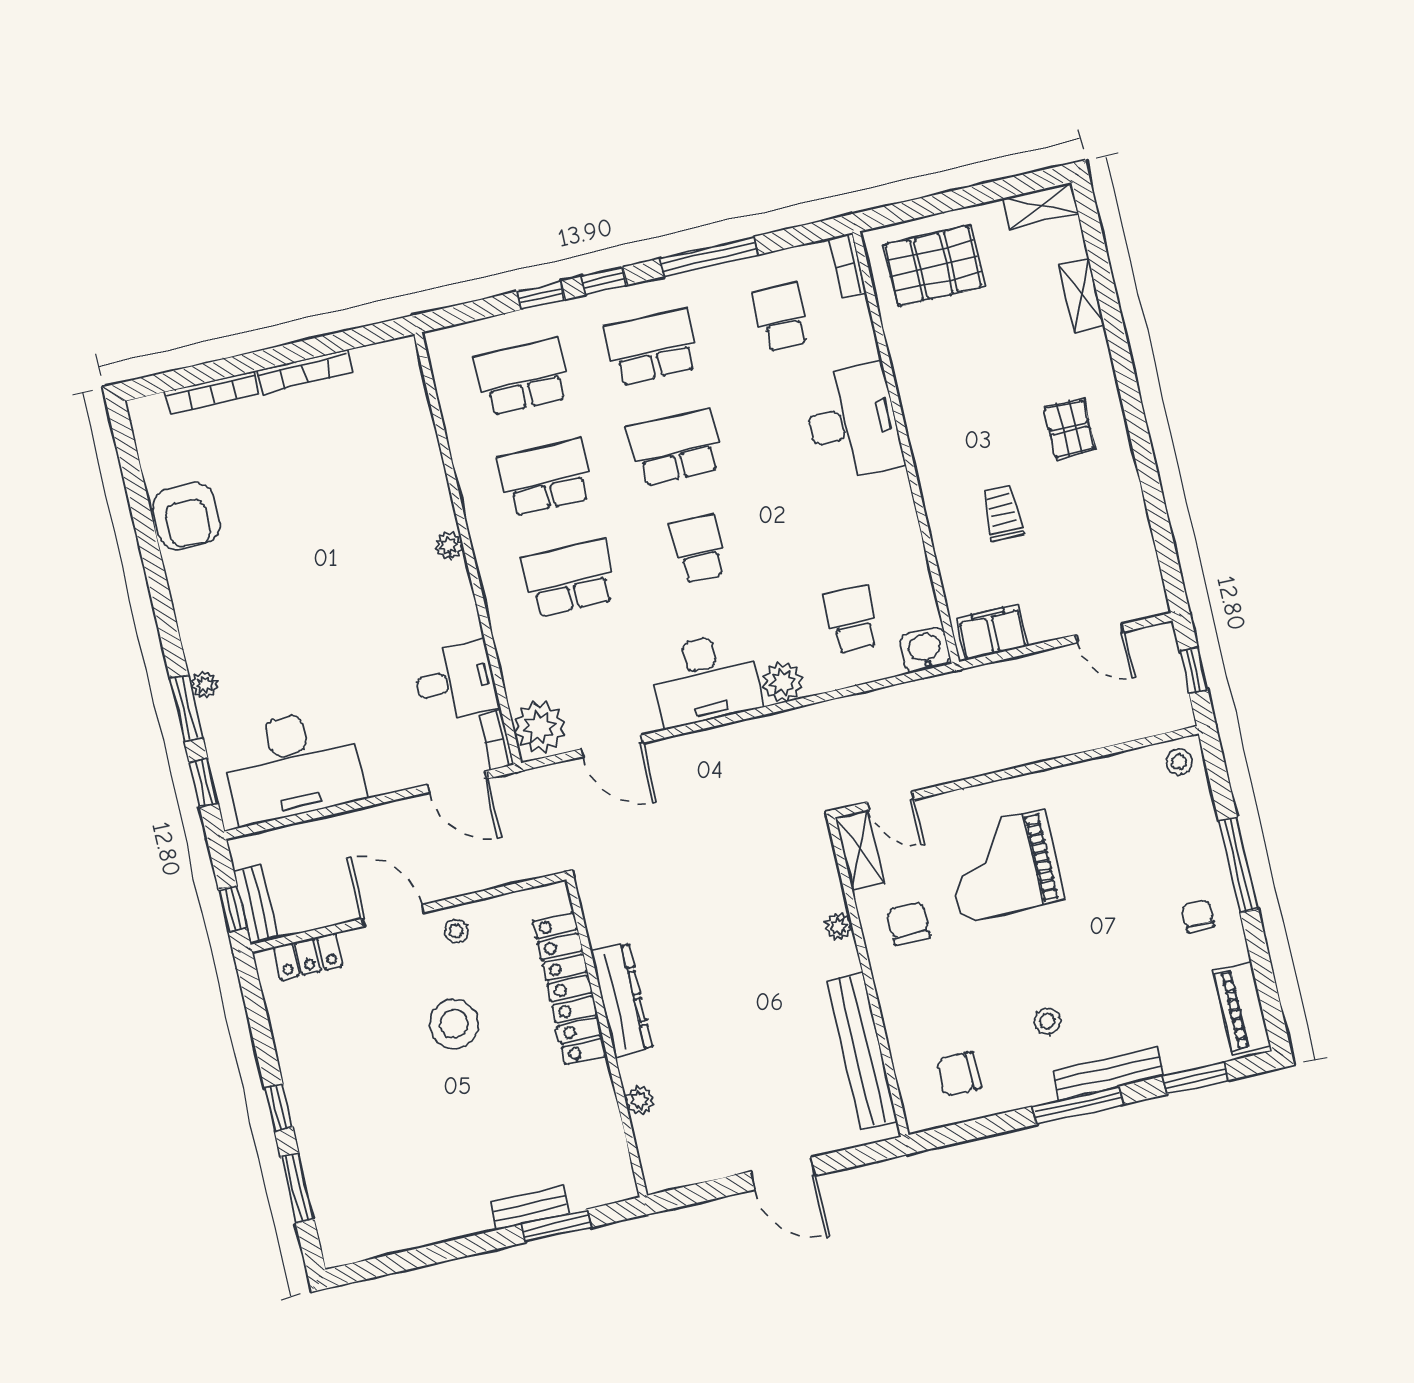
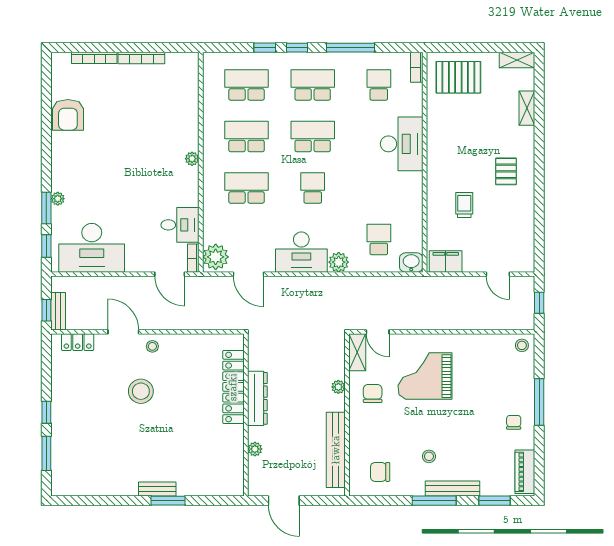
locker: (570, 988) -> (233, 387), moved
dresser: (622, 1000) -> (257, 398), moved
wall: (607, 1037) -> (246, 415), moved
plant: (640, 1100) -> (255, 449), moved

